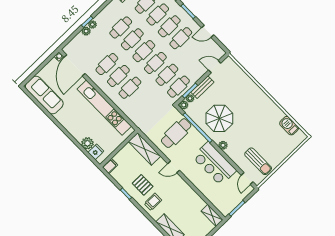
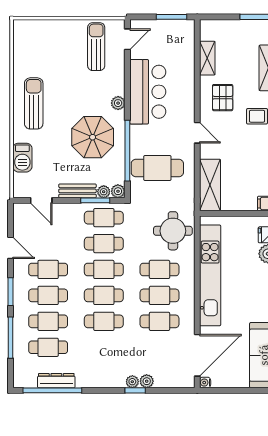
cafe table: (121, 27) -> (104, 347), removed
sun lounger: (261, 108) -> (34, 103), added
round table: (141, 111) -> (173, 231), added
barbecue: (289, 126) -> (22, 158), moved
pallet: (143, 185) -> (223, 98), moved
shelving: (212, 215) -> (207, 58), moved

